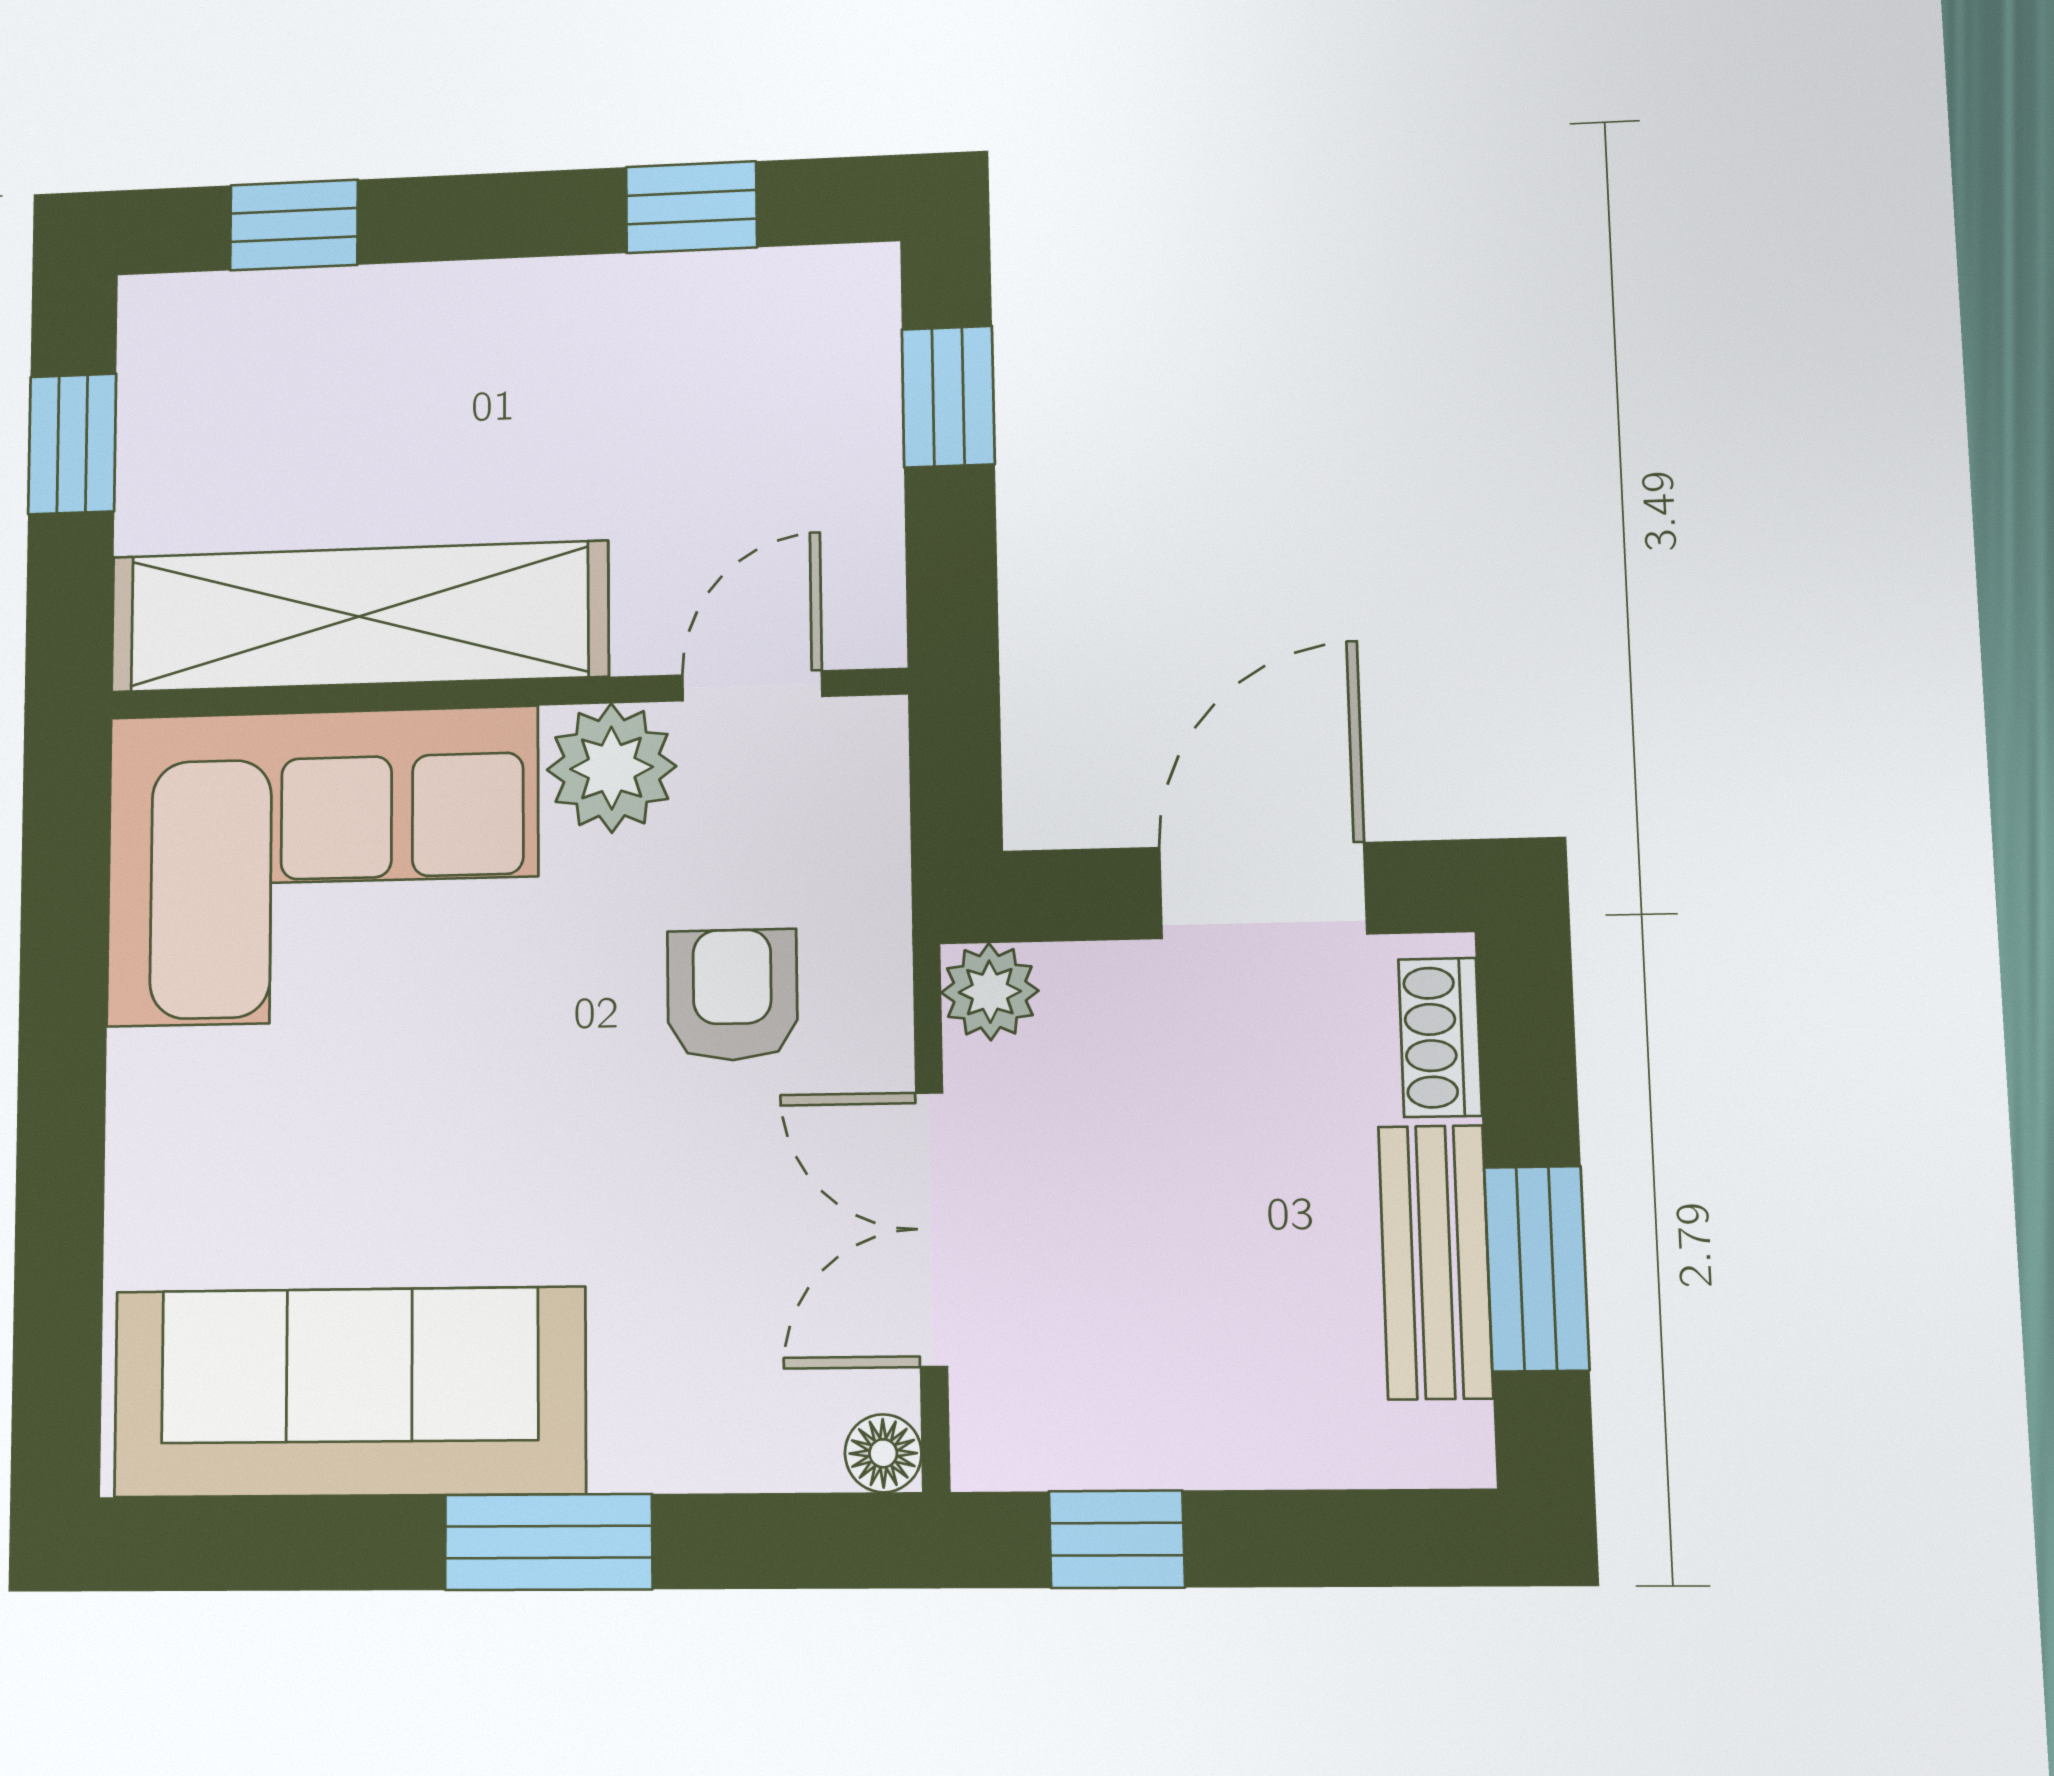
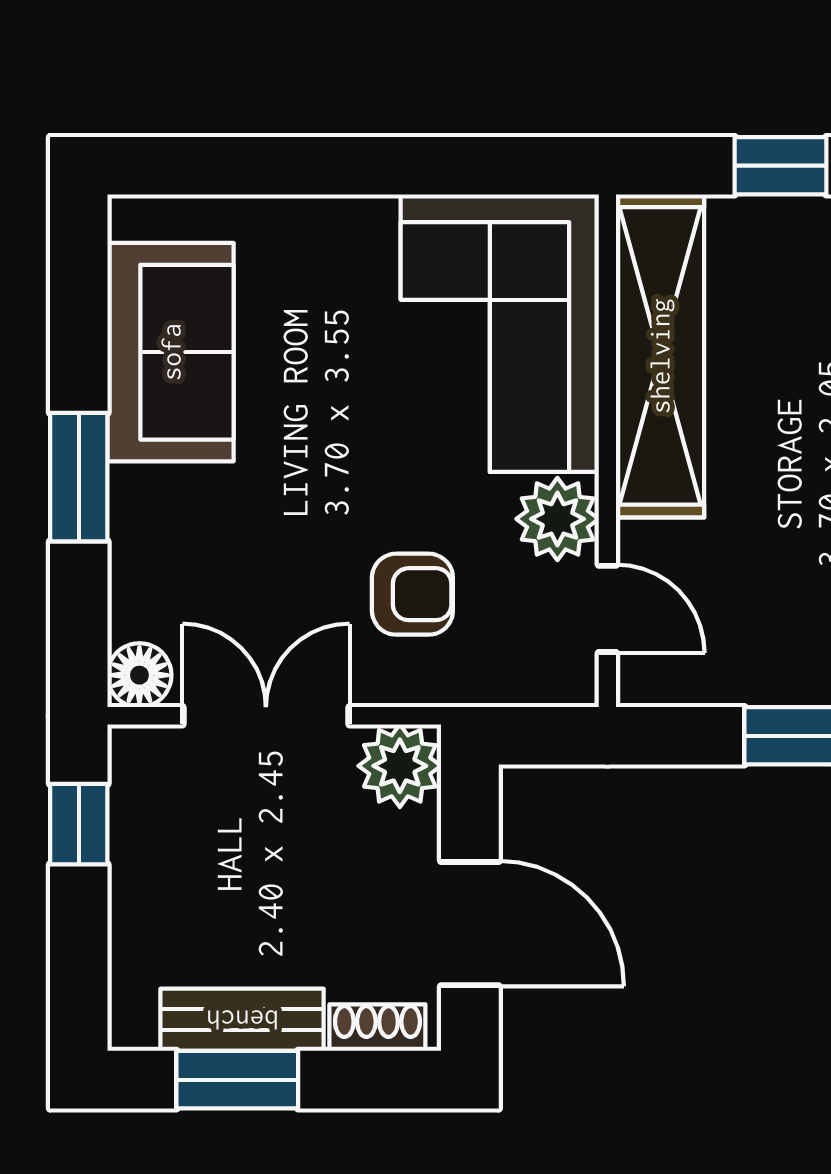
plant: (990, 992) -> (400, 766), width x1.38, depth x1.38
sofa: (349, 1392) -> (171, 352), width x0.73
floor lamp: (883, 1453) -> (139, 675), width x1.37, depth x1.37

